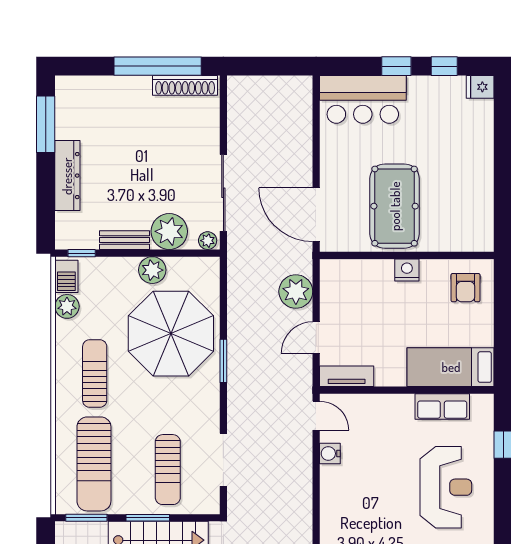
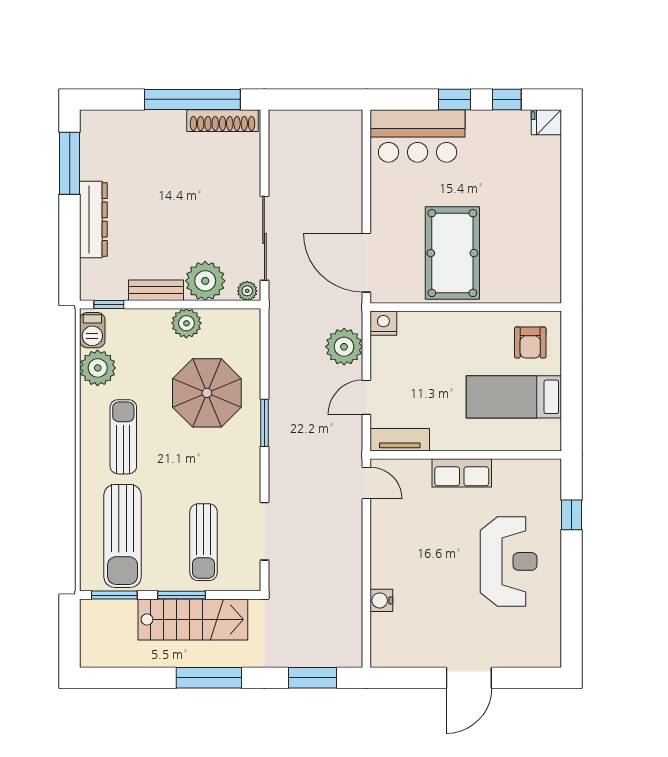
nightstand: (407, 270) -> (383, 323), moved
plant: (67, 306) -> (98, 368), width x1.36, depth x1.36
parasol: (171, 334) -> (207, 393), width x0.73, depth x0.73
bed: (451, 367) -> (514, 397), moved
row of seats: (442, 406) -> (462, 473), moved
water cooler: (330, 454) -> (381, 600), moved

